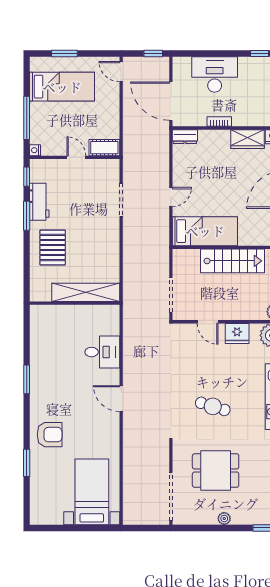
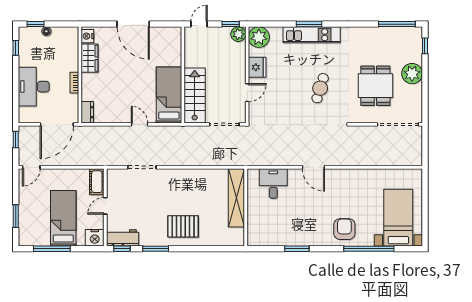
bed: (62, 87) -> (63, 218), moved
window: (27, 118) -> (52, 249), moved
nightstand: (35, 150) -> (95, 238), width x1.89, depth x1.79
workbench: (39, 202) -> (123, 238), moved
stairs: (233, 261) -> (195, 95), moved
shelving: (86, 292) -> (236, 198), moved
wall: (75, 303) -> (246, 207), moved
door: (121, 399) -> (313, 167), hinge flipped
window: (27, 463) -> (369, 249), width x2.11
bed with nightstands: (92, 492) -> (398, 218), moved, turned 90
plant: (224, 519) -> (412, 74), width x1.88, depth x1.88

